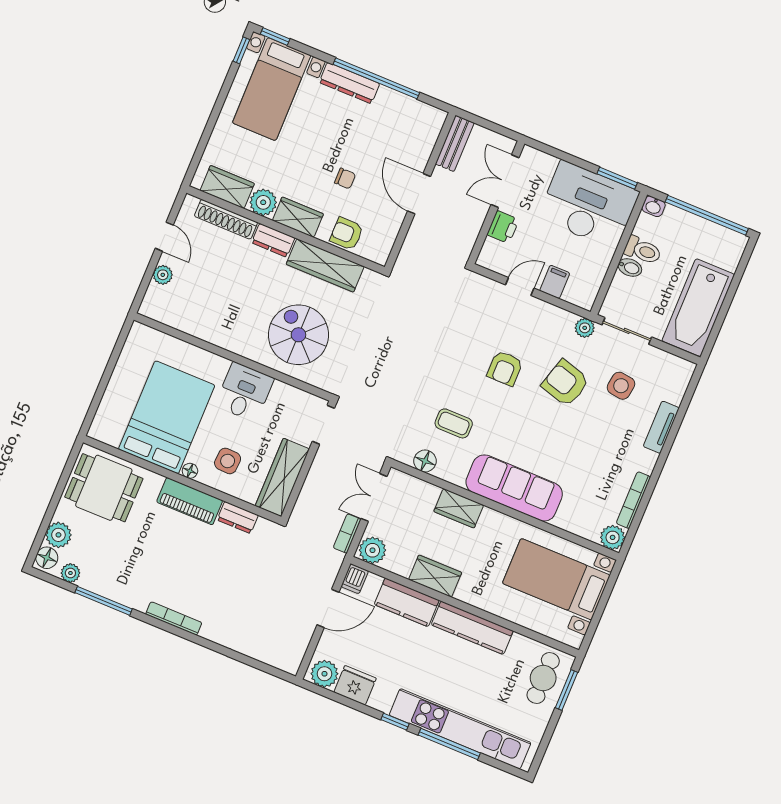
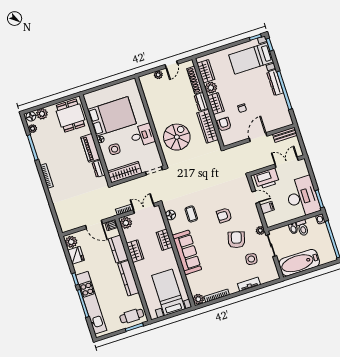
printer: (503, 227) -> (267, 179), width x1.87, depth x1.48

